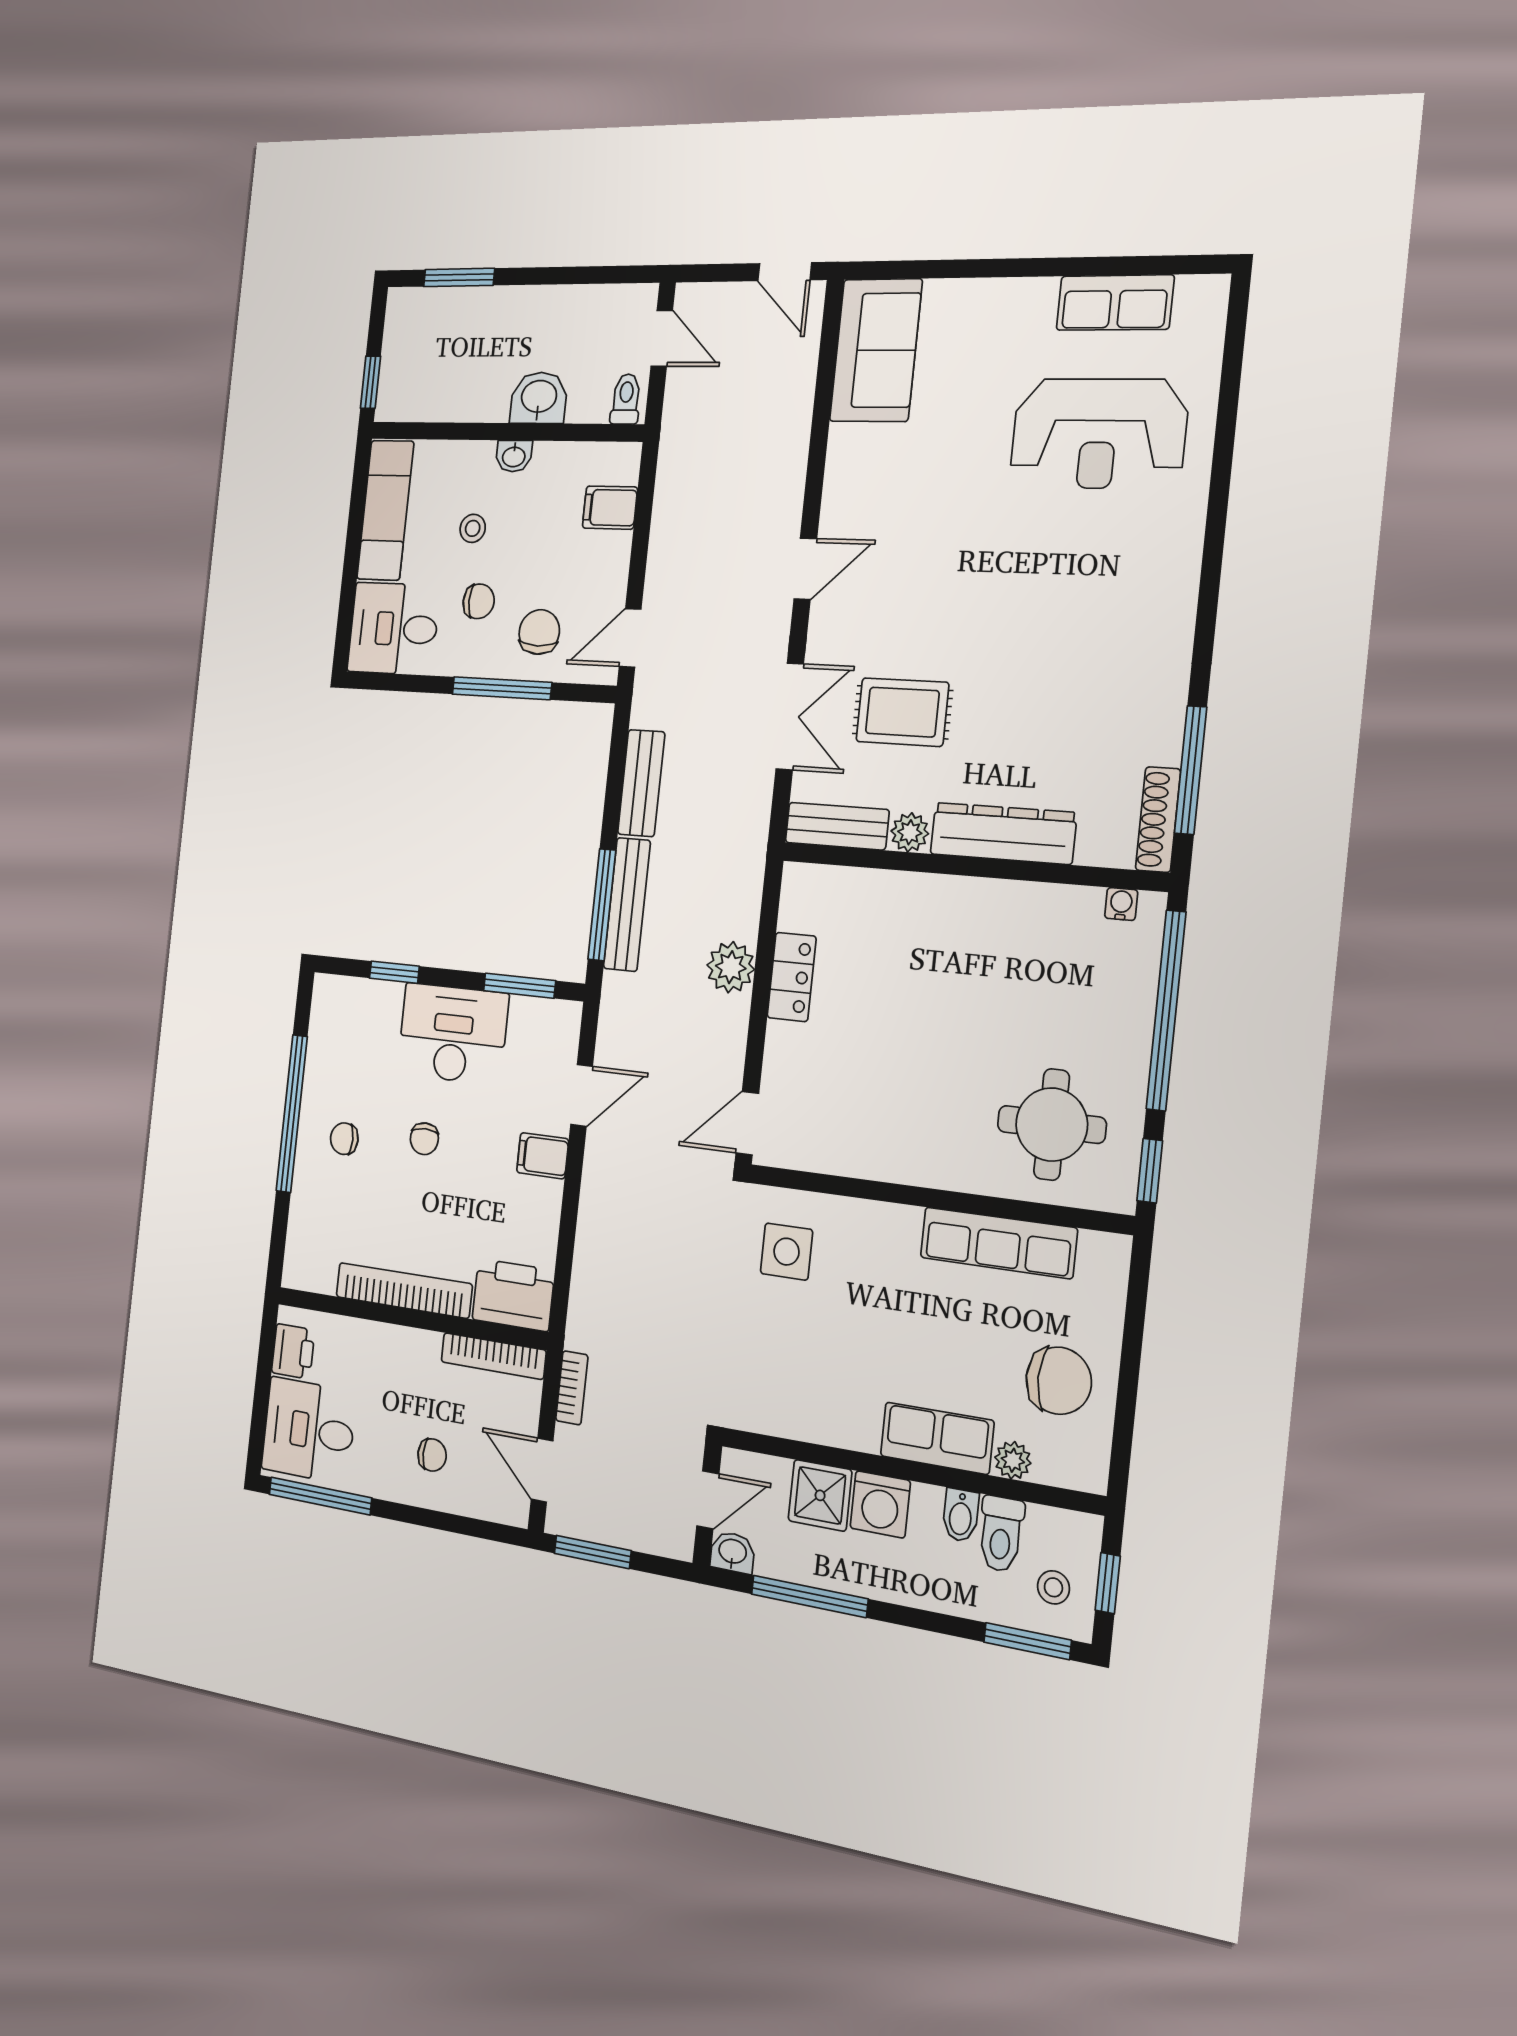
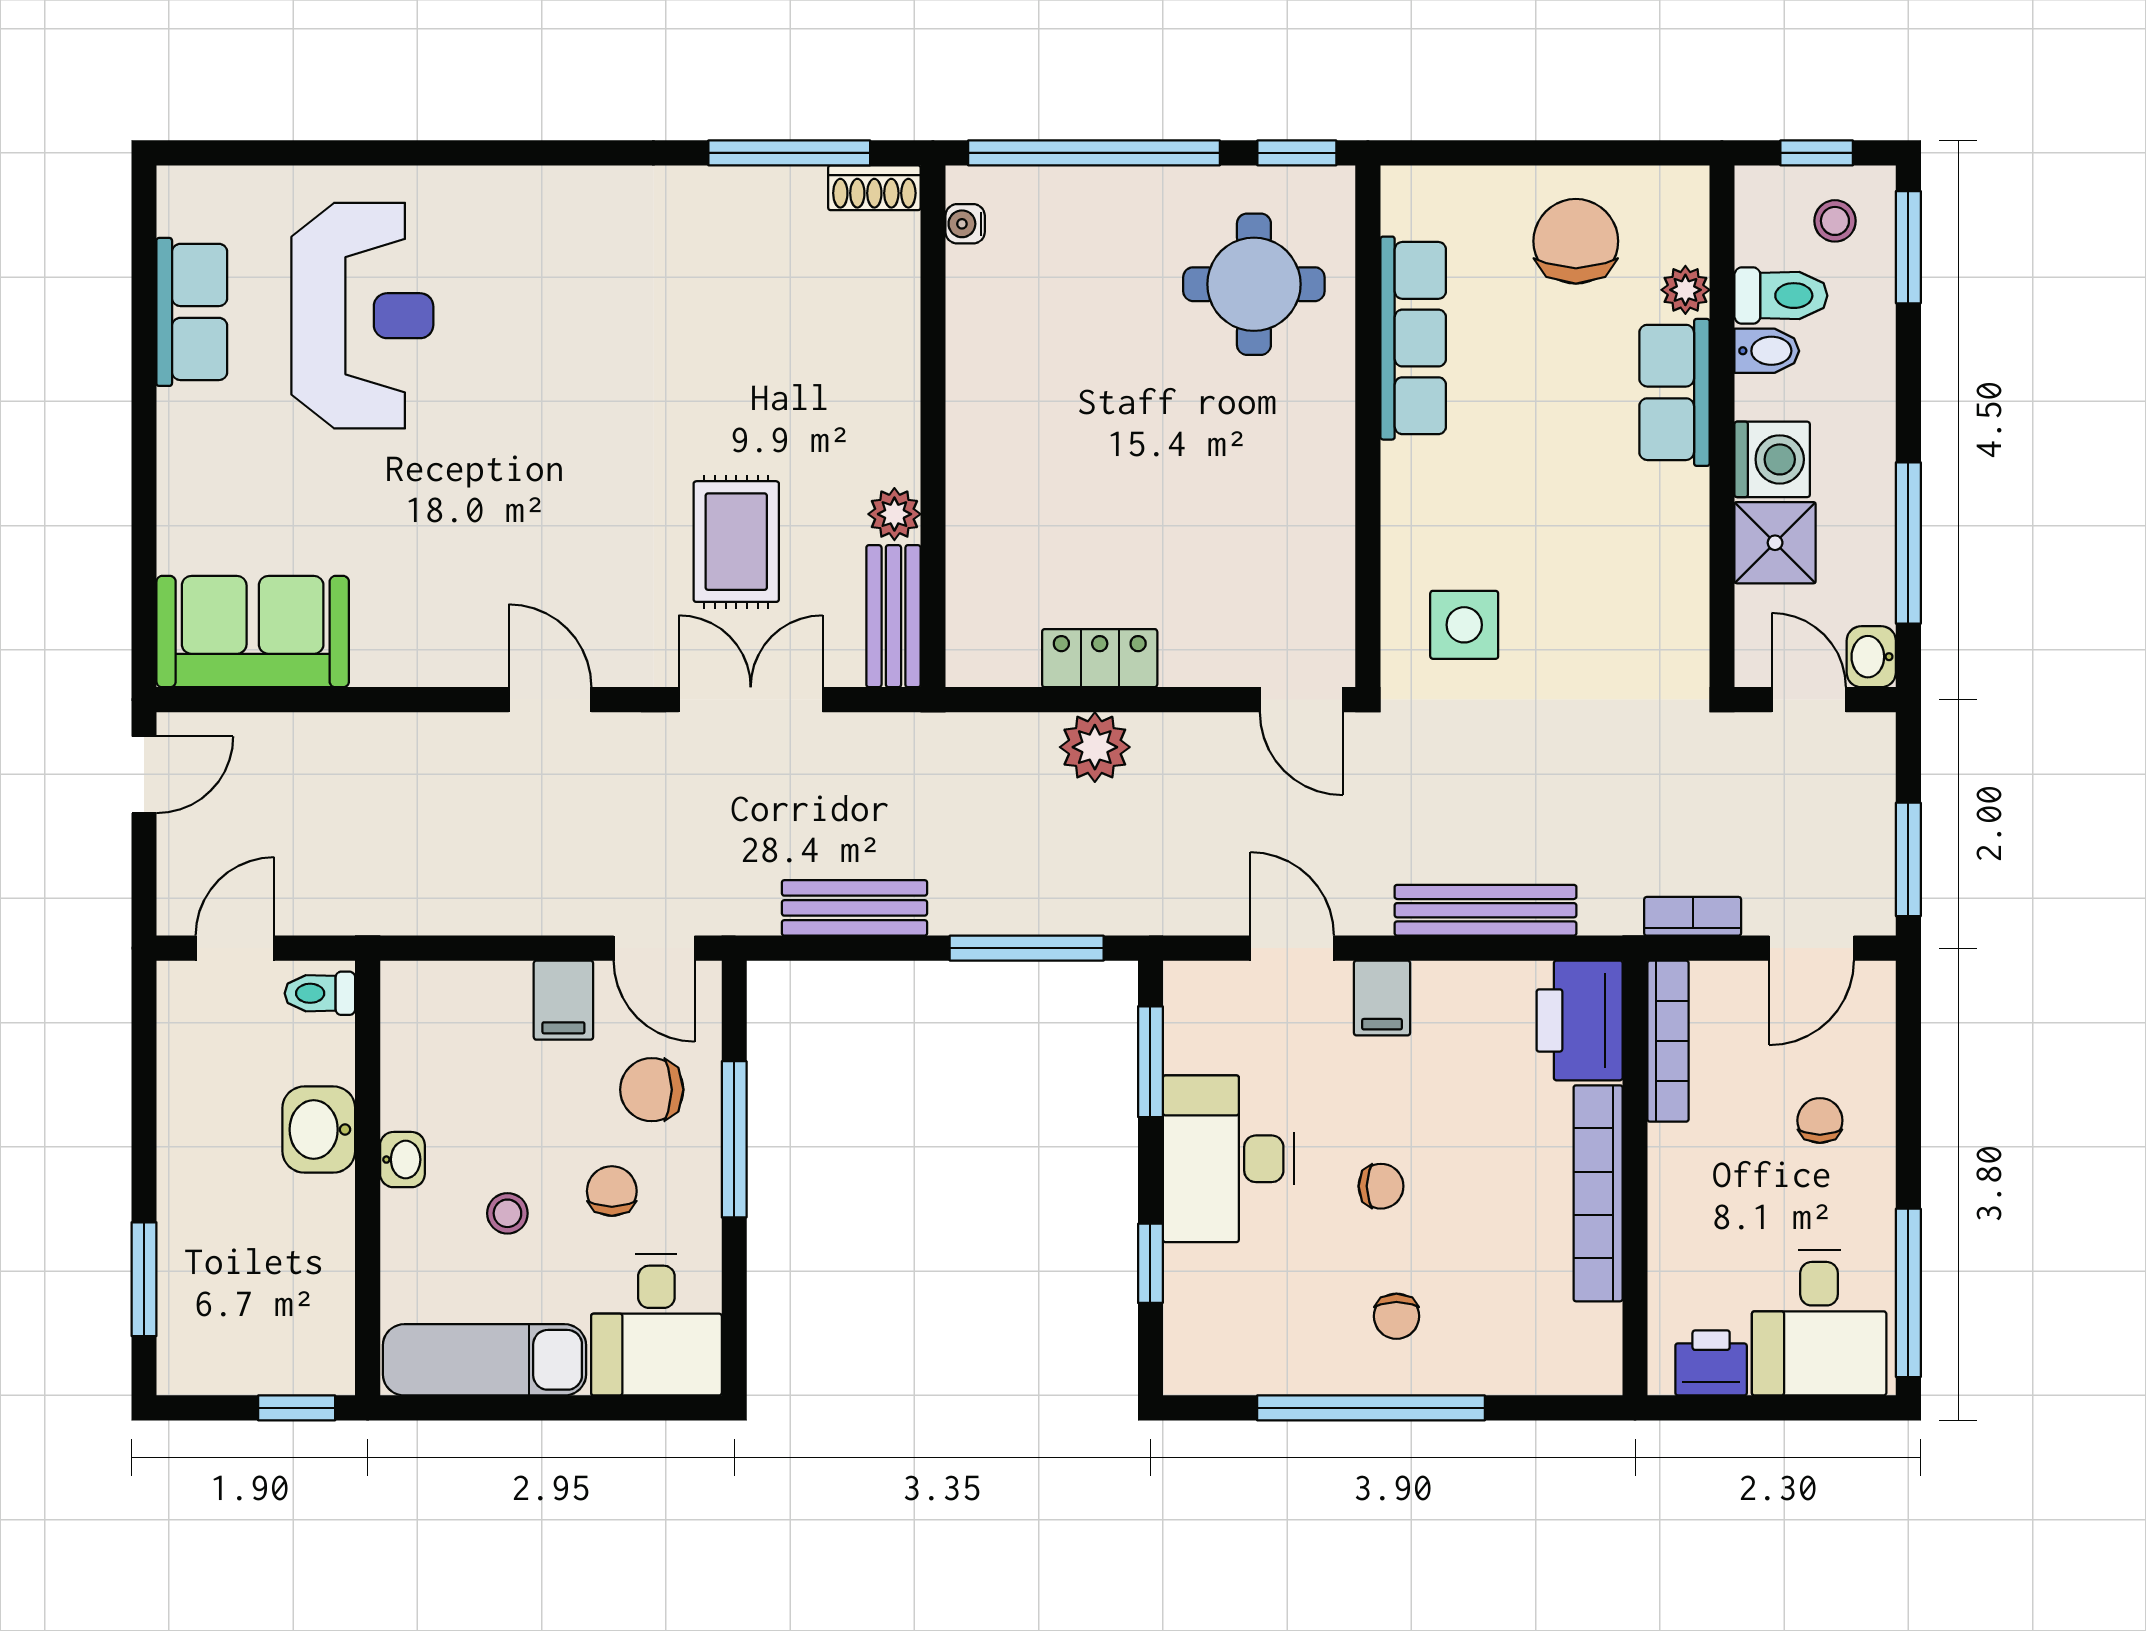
filing cabinet: (610, 508) -> (563, 1000), moved
shoe rack: (1158, 820) -> (874, 188), width x0.70
dresser: (1003, 833) -> (887, 388), removed
bench: (627, 904) -> (1486, 910), moved

